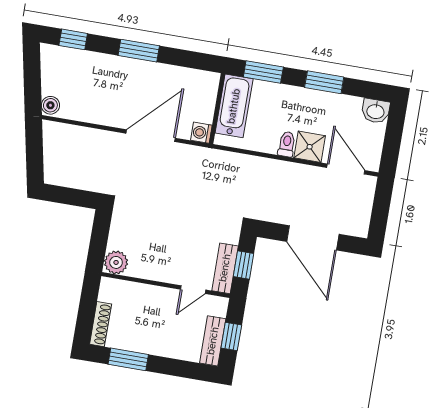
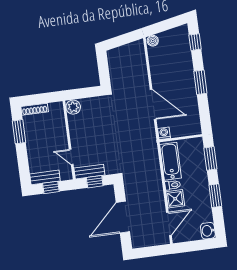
bathtub: (234, 106) -> (171, 161), moved, turned -90

